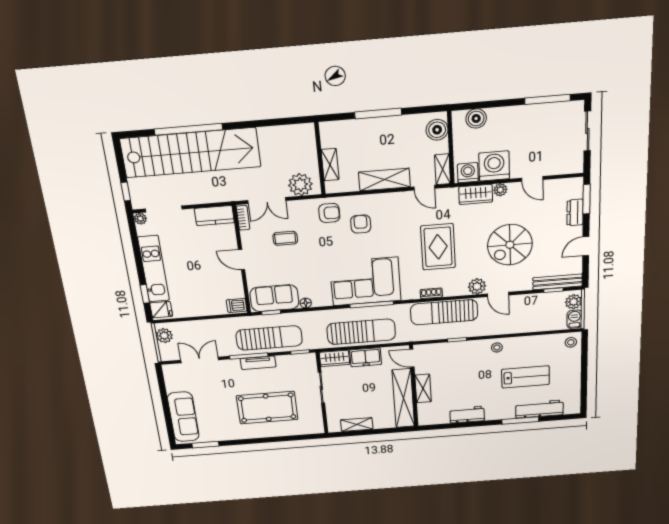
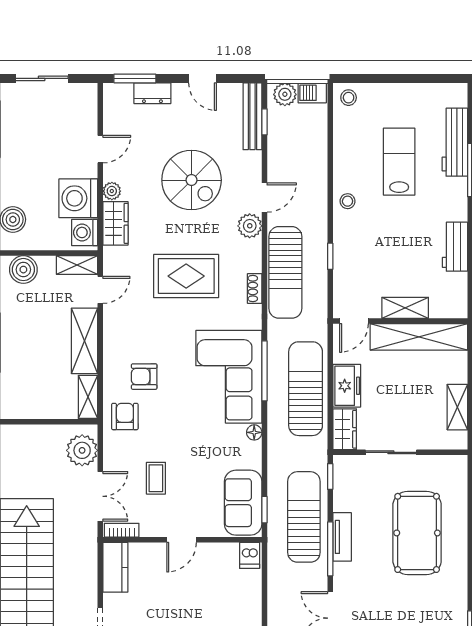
shelving: (330, 165) -> (88, 397), moved, turned 90
floor lamp: (306, 303) -> (254, 432), moved

